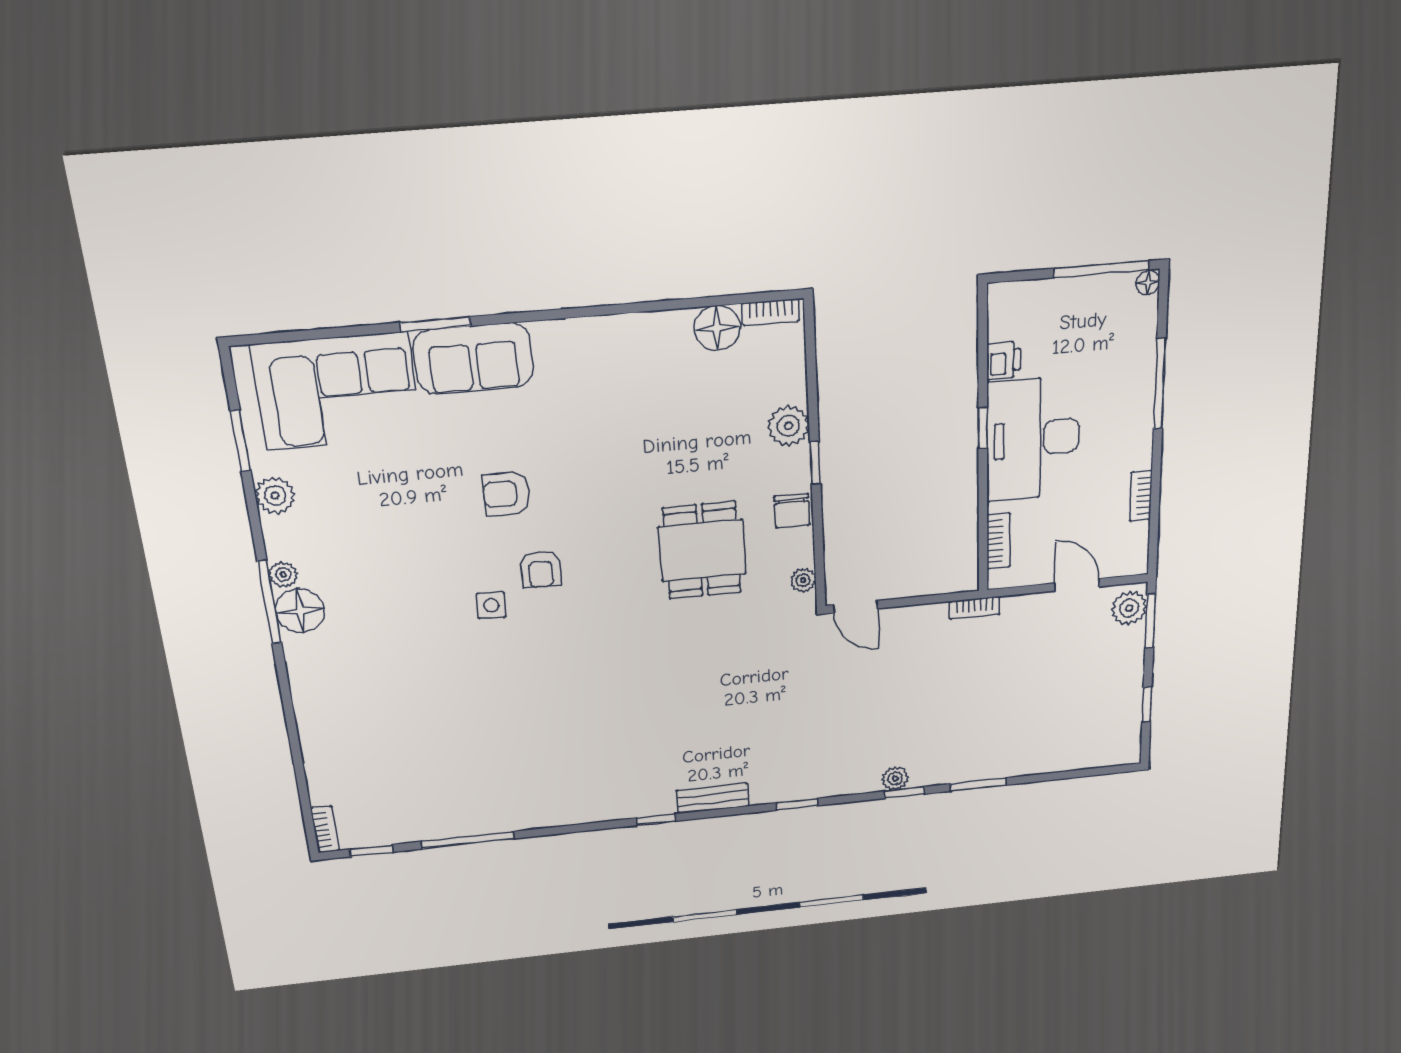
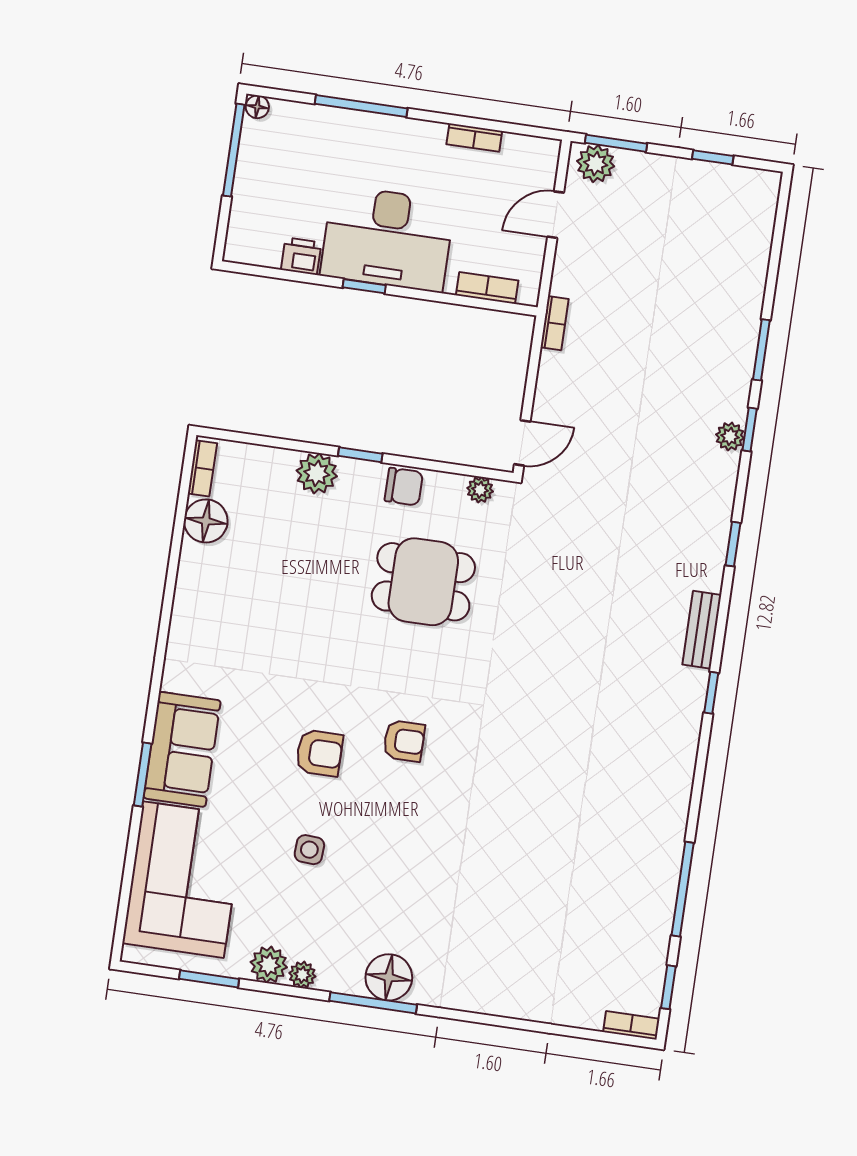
armchair: (507, 494) -> (319, 753), turned -90
plant: (283, 574) -> (302, 975), moved
side table: (491, 605) -> (309, 850), moved

